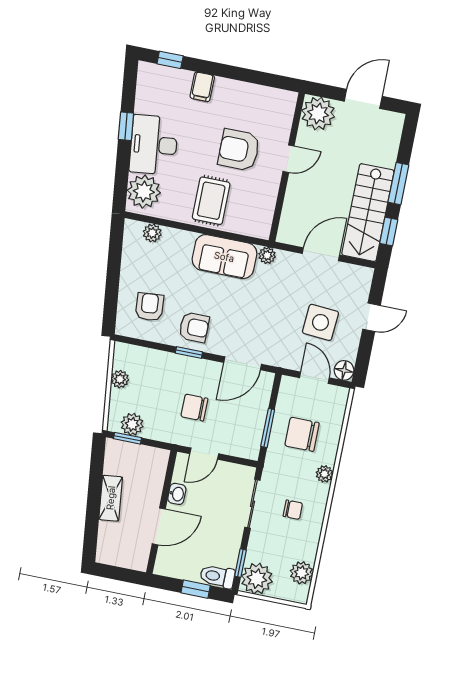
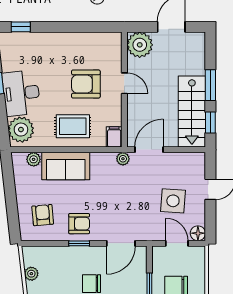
filing cabinet: (202, 87) -> (114, 137), moved, turned 180
door: (289, 159) -> (124, 83), hinge flipped
rug: (211, 201) -> (73, 126), turned 90
door: (321, 254) -> (149, 150), moved
sofa: (224, 257) -> (66, 166), moved

